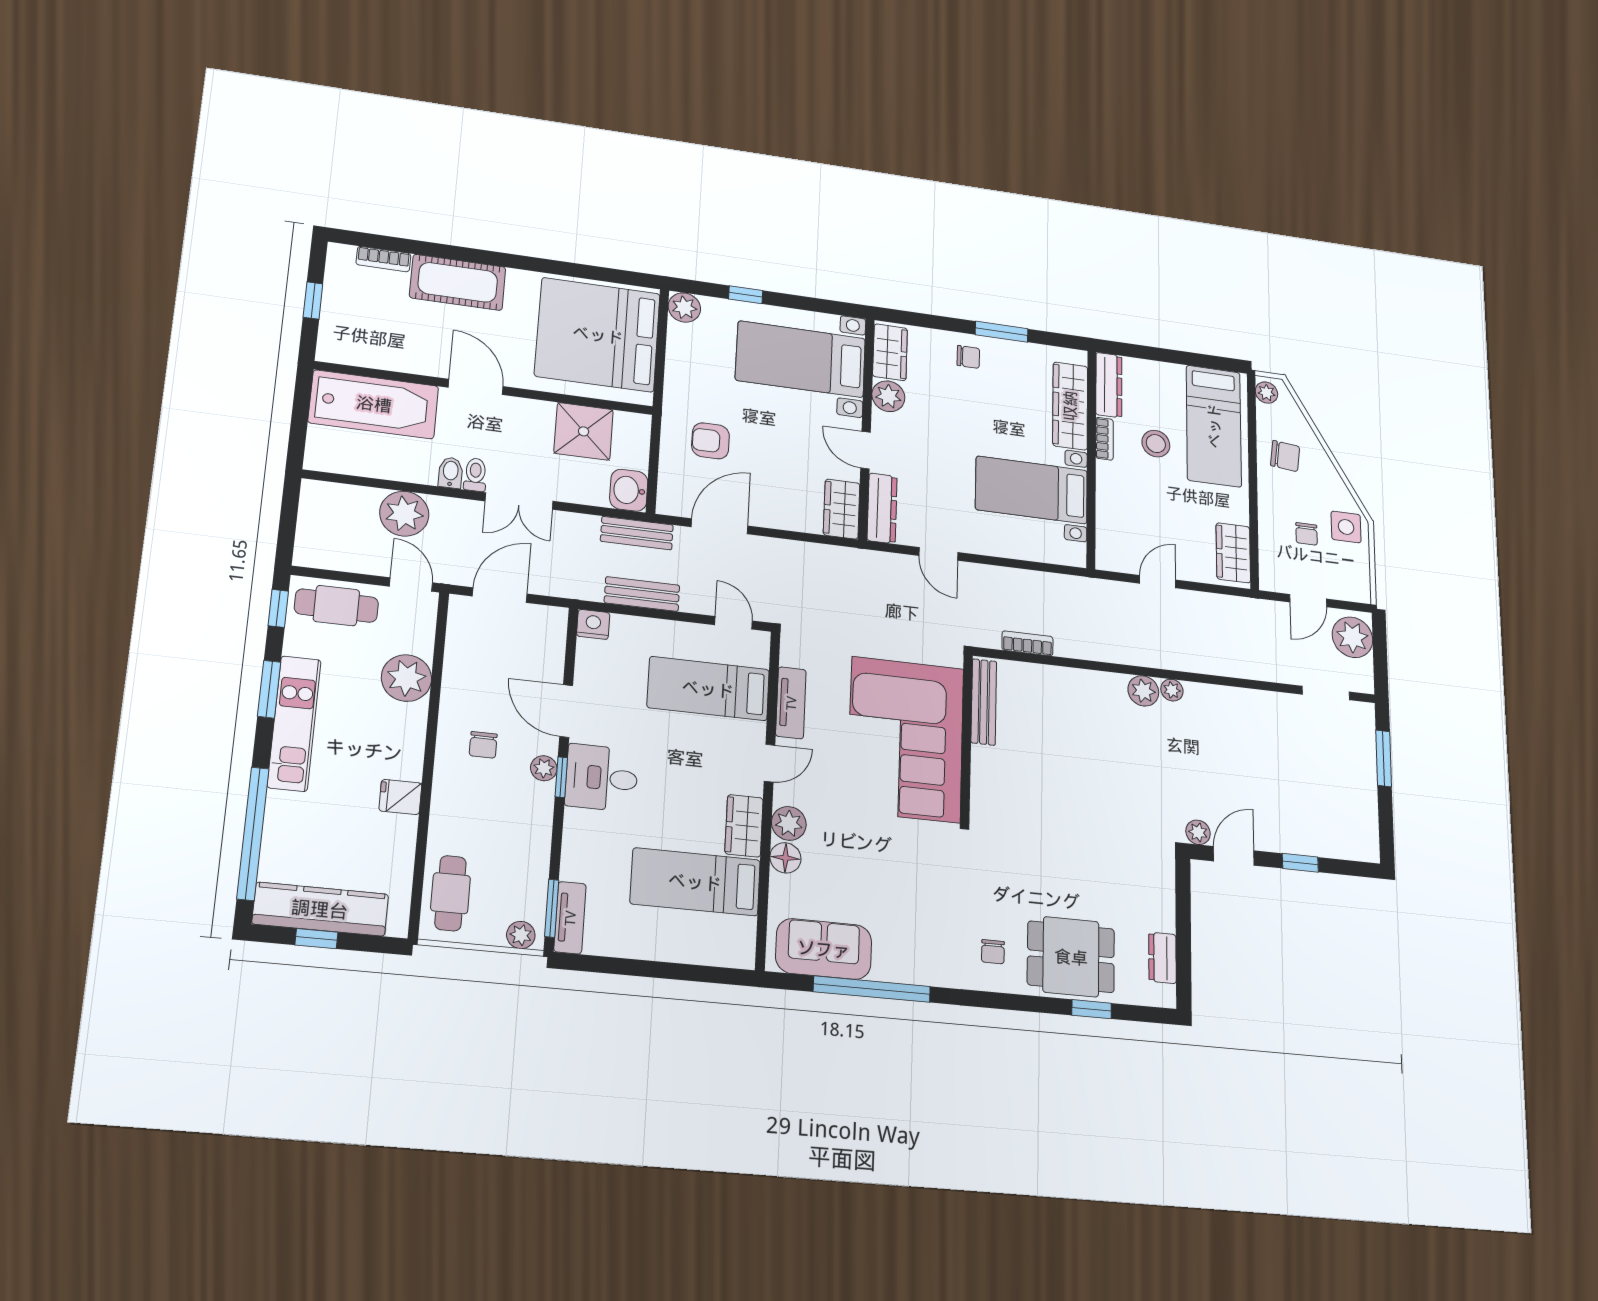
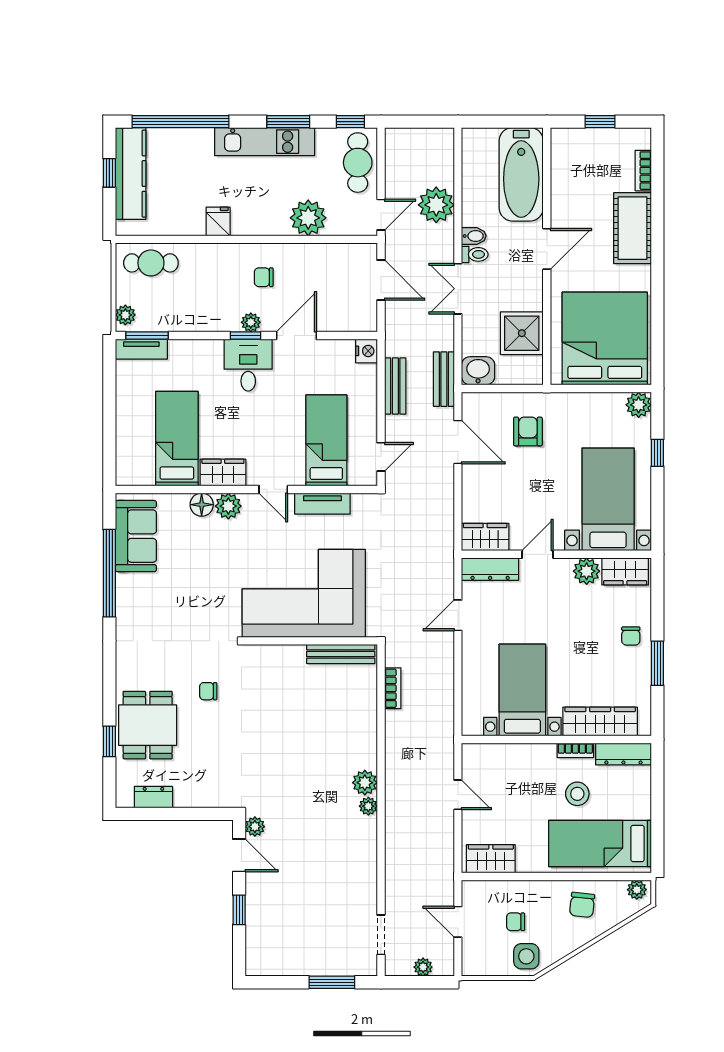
plant: (1352, 637) -> (423, 967), width x0.53, depth x0.53
chair: (993, 952) -> (208, 691), moved

